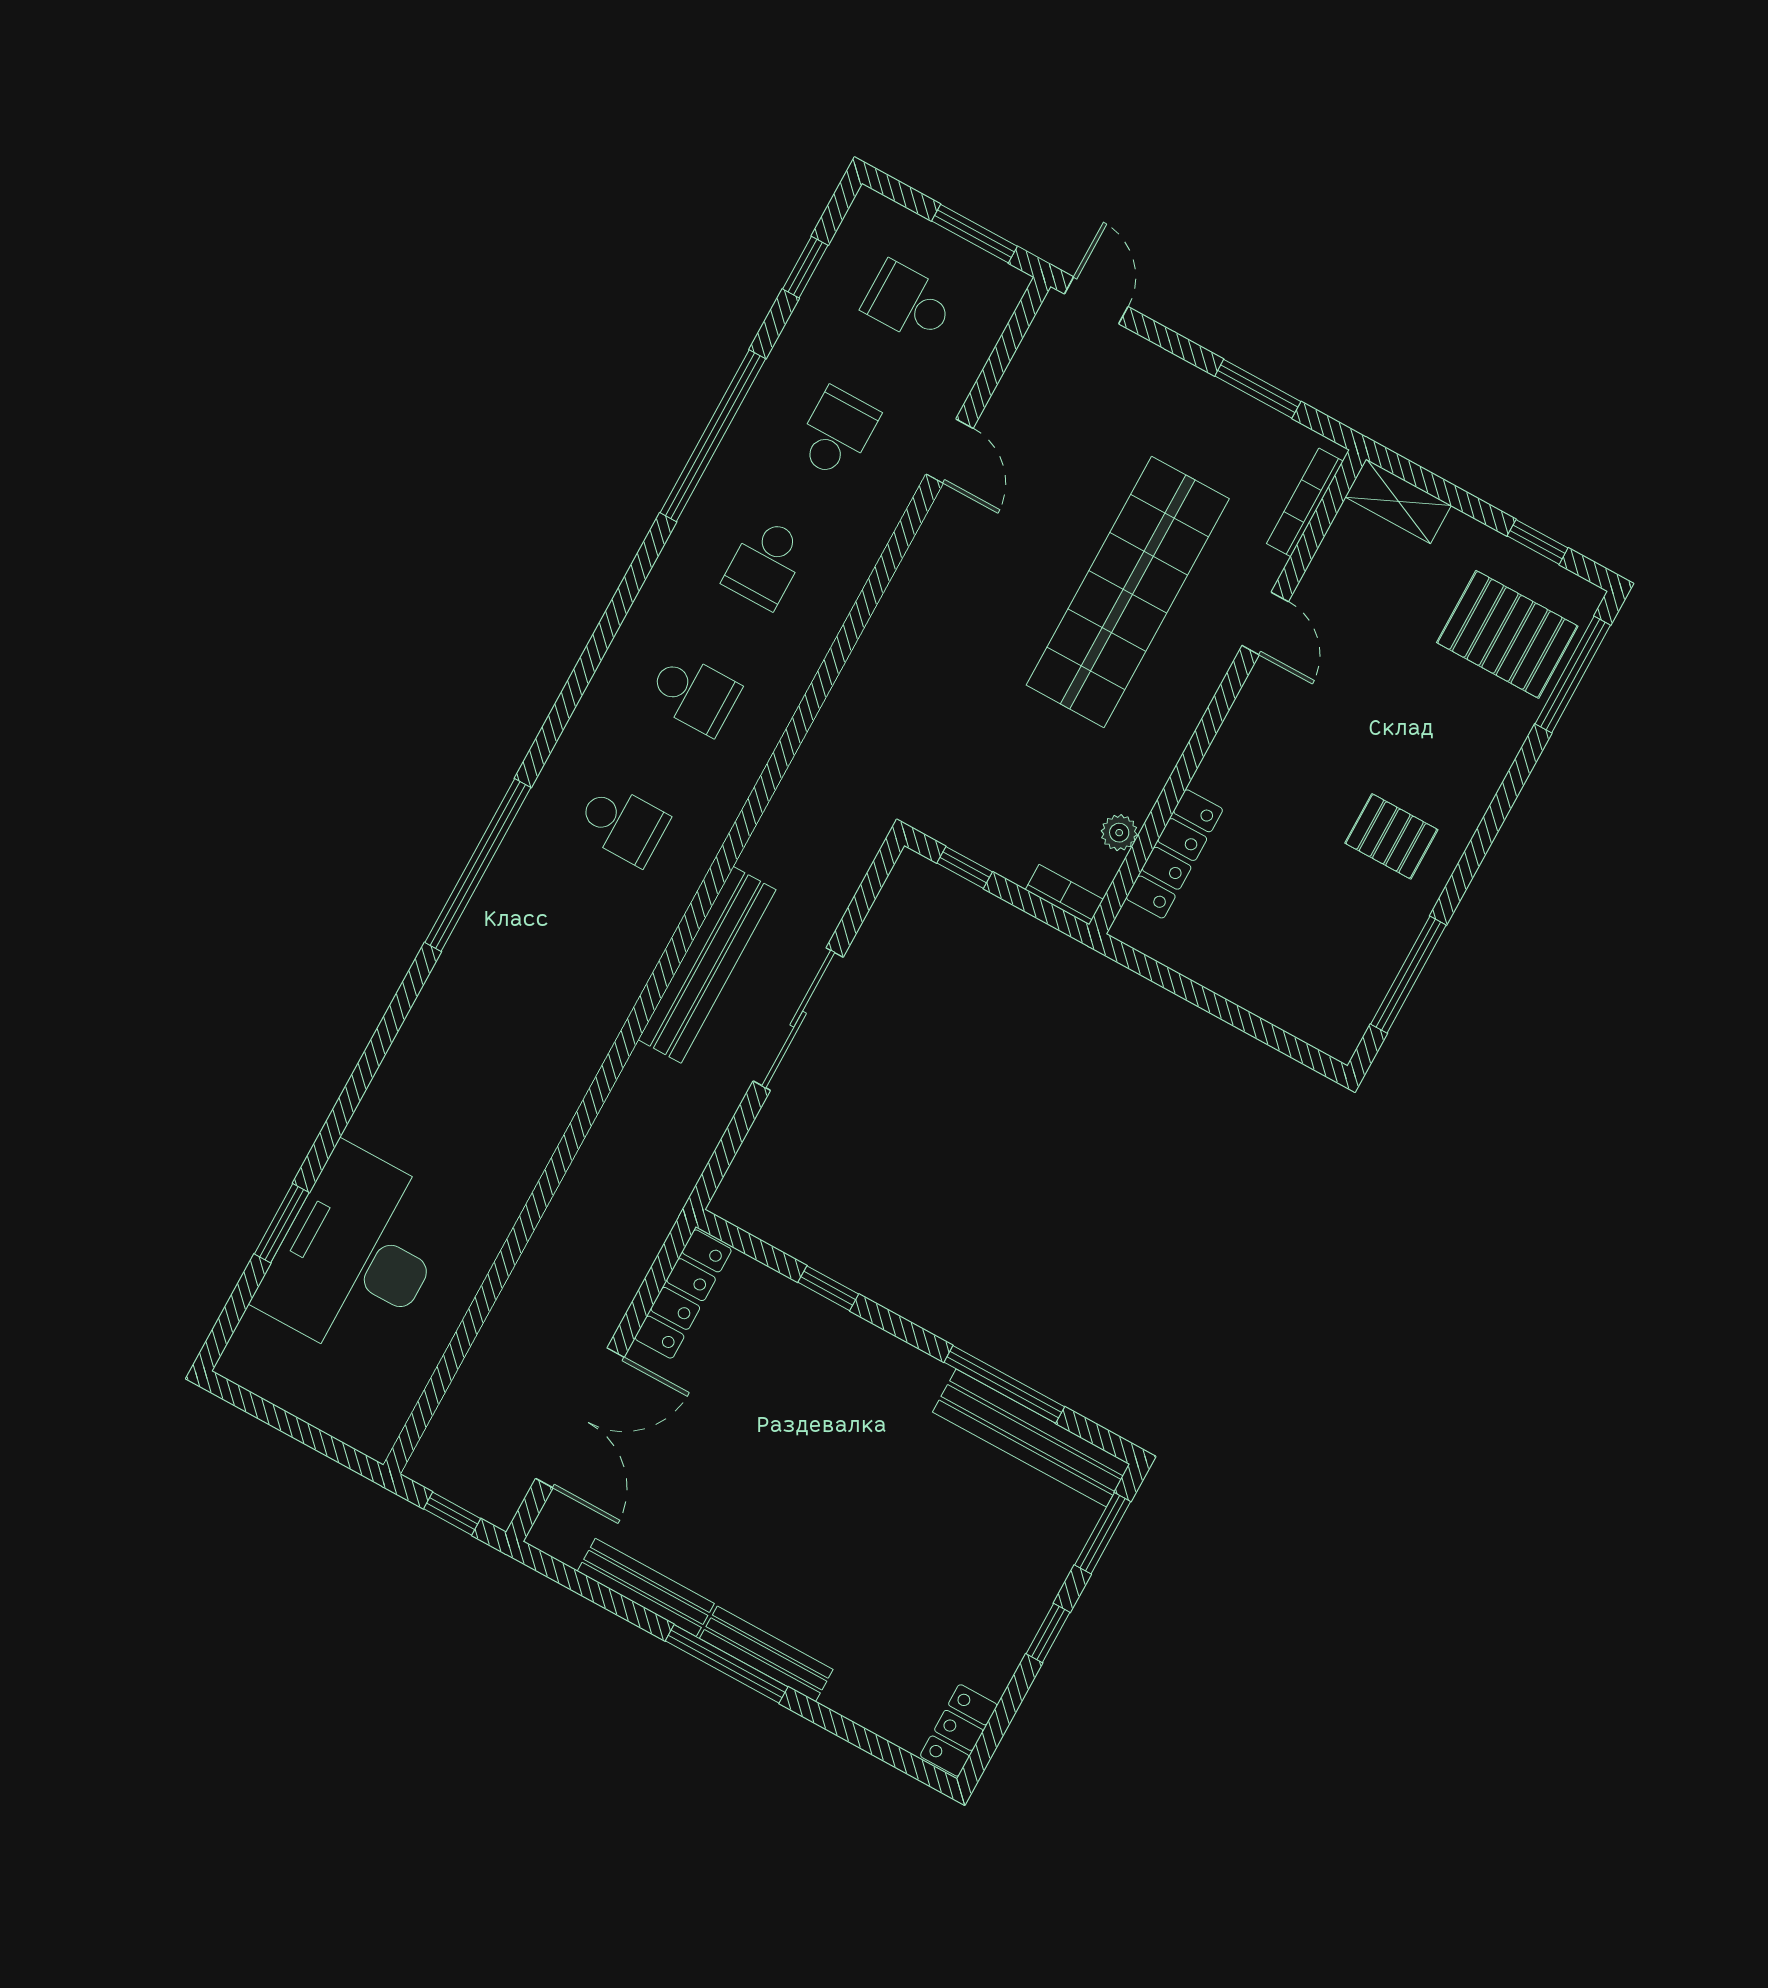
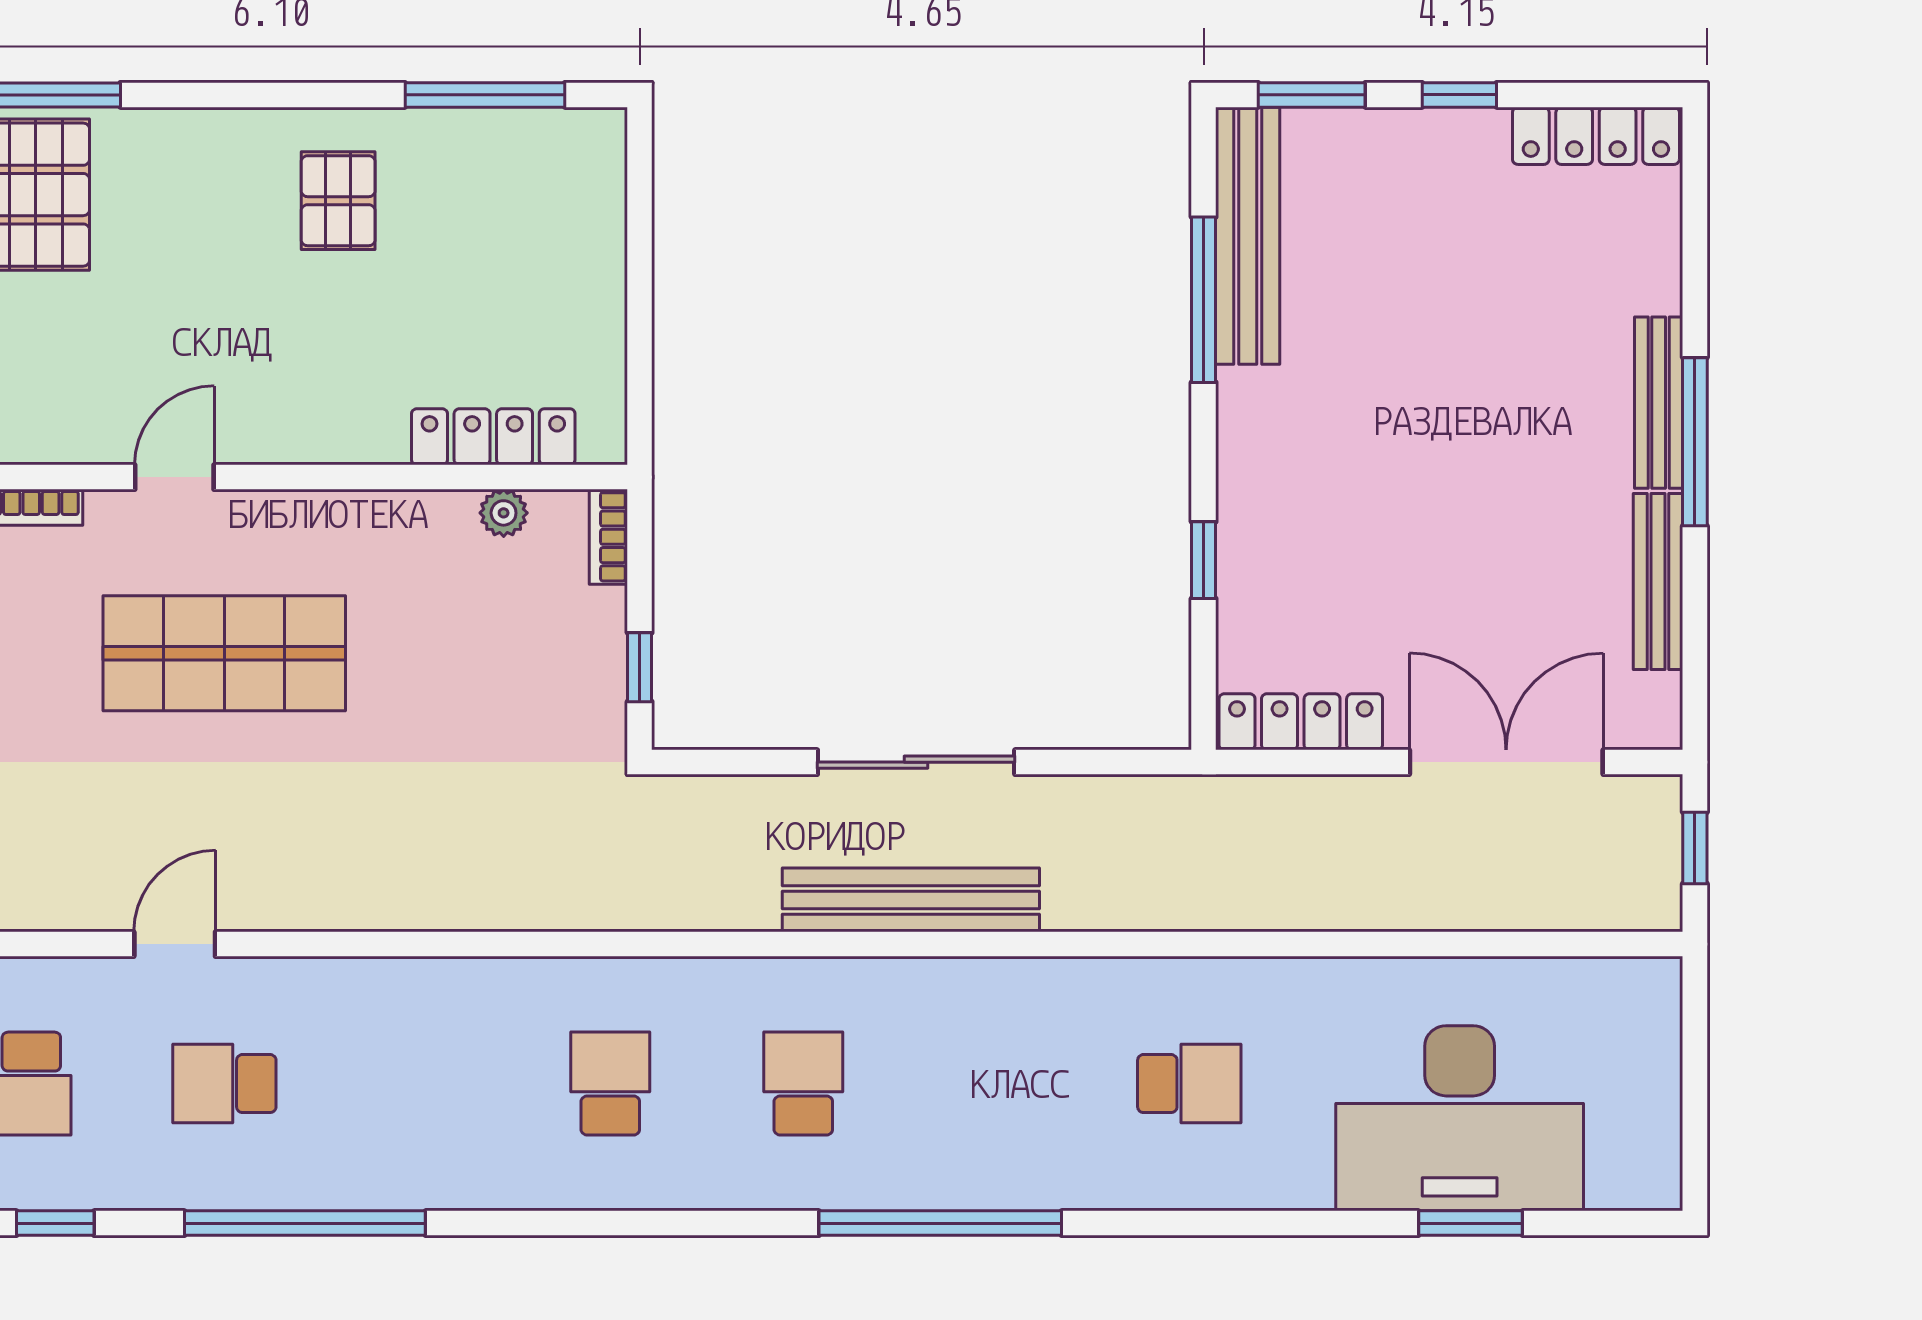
school desk: (766, 563) -> (1189, 1084), moved
shop shelf: (1128, 592) -> (224, 653), width x0.71
locker: (959, 1730) -> (1596, 136), width x1.53

